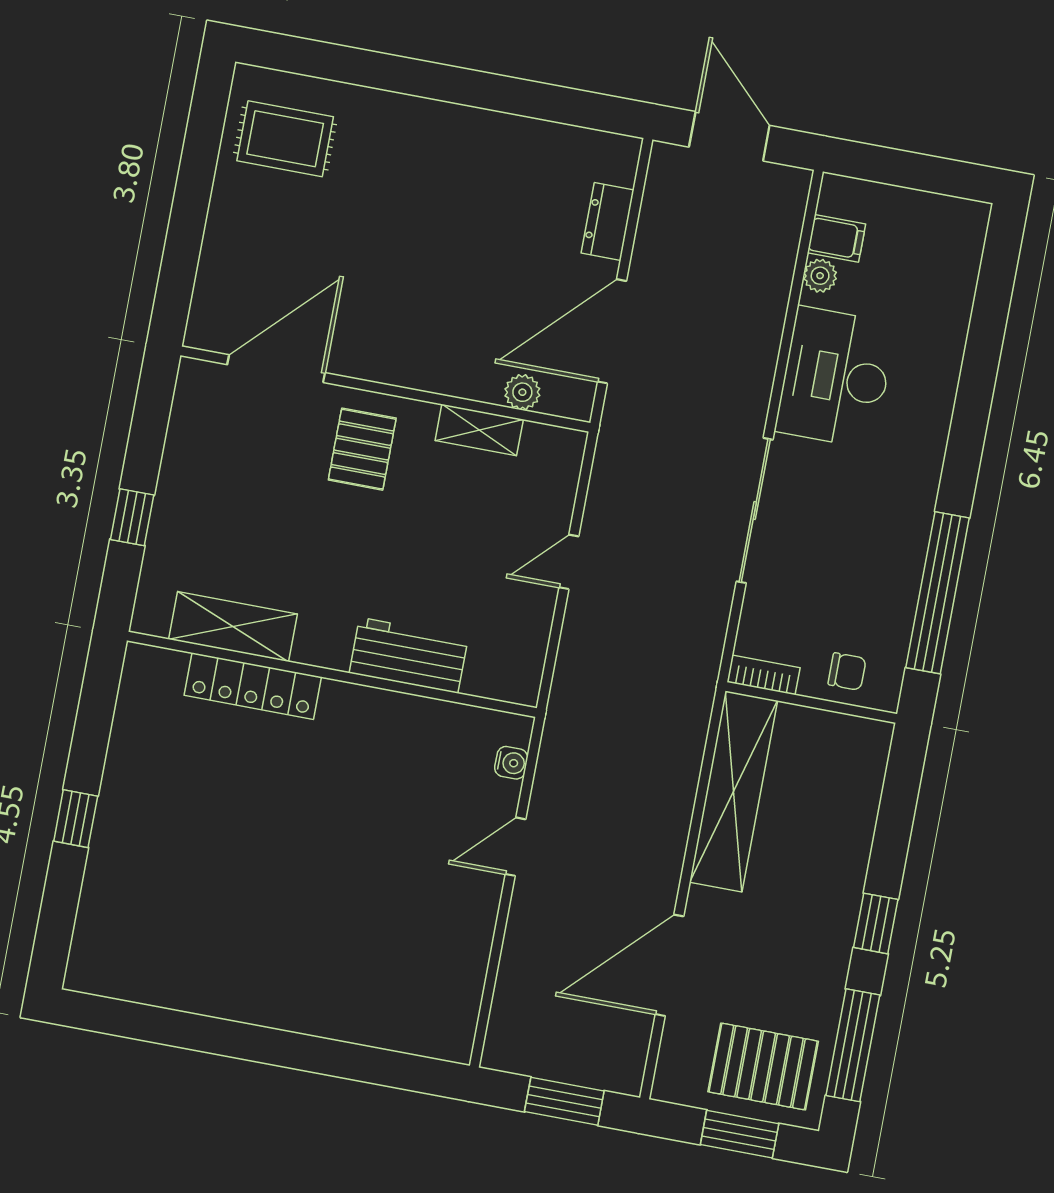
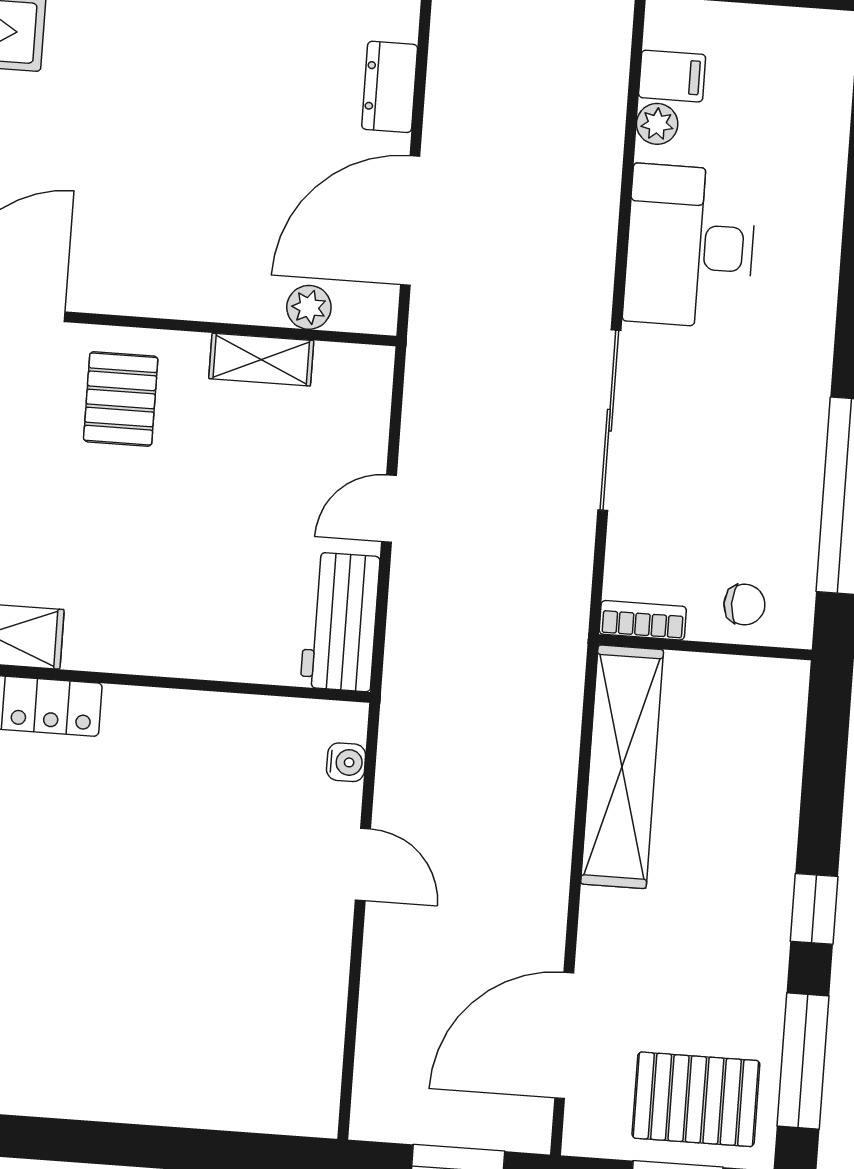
workbench: (409, 655) -> (340, 622), moved, turned -90
door: (516, 847) -> (363, 864), swing flipped
door: (670, 965) -> (564, 1035), moved

